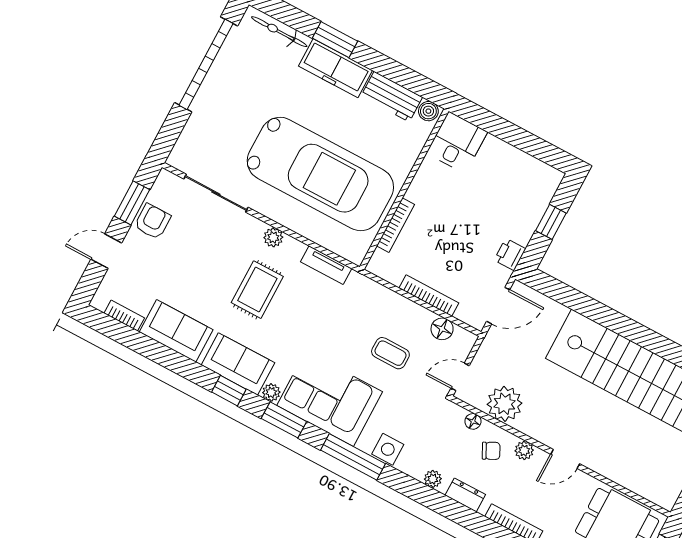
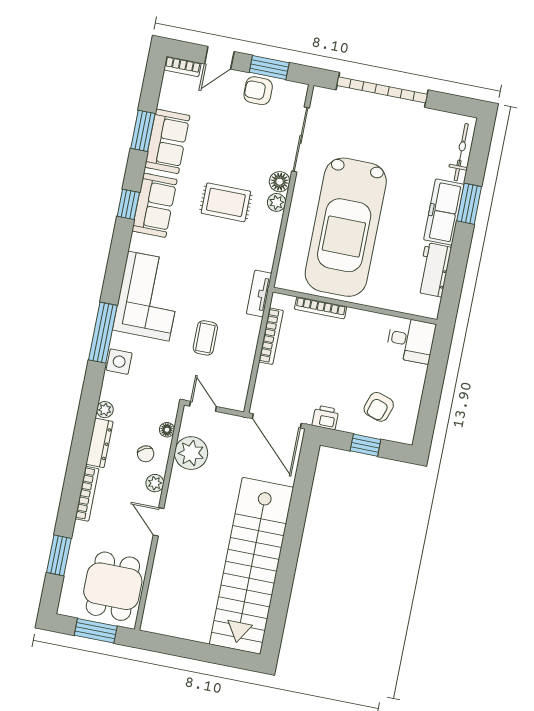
garage door: (206, 64) -> (382, 90), moved
boiler: (428, 111) -> (431, 306), removed
armchair: (516, 196) -> (379, 407), added
armchair: (152, 221) -> (258, 91), turned 180
door: (106, 251) -> (219, 58), swing flipped
tv unit: (326, 265) -> (259, 293), moved
bookcase: (429, 295) -> (271, 336), moved
door: (498, 306) -> (277, 421), width x1.36
bookcase: (124, 316) -> (183, 66), moved, turned 90
floor lamp: (442, 329) -> (280, 182), moved
plant: (271, 392) -> (138, 243), removed
window: (284, 420) -> (143, 131), moved
dresser: (465, 495) -> (99, 443), width x1.44

